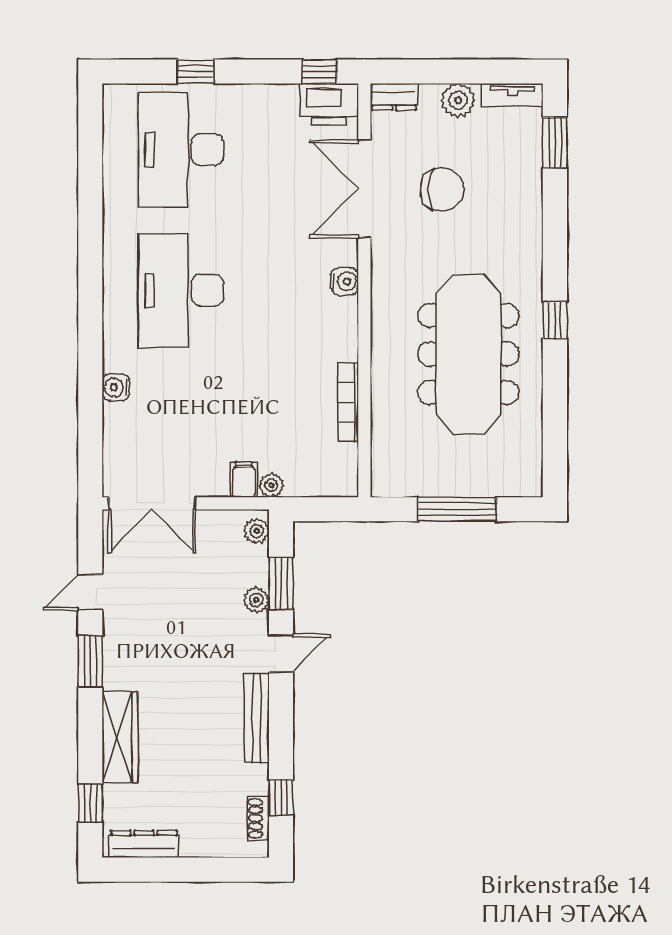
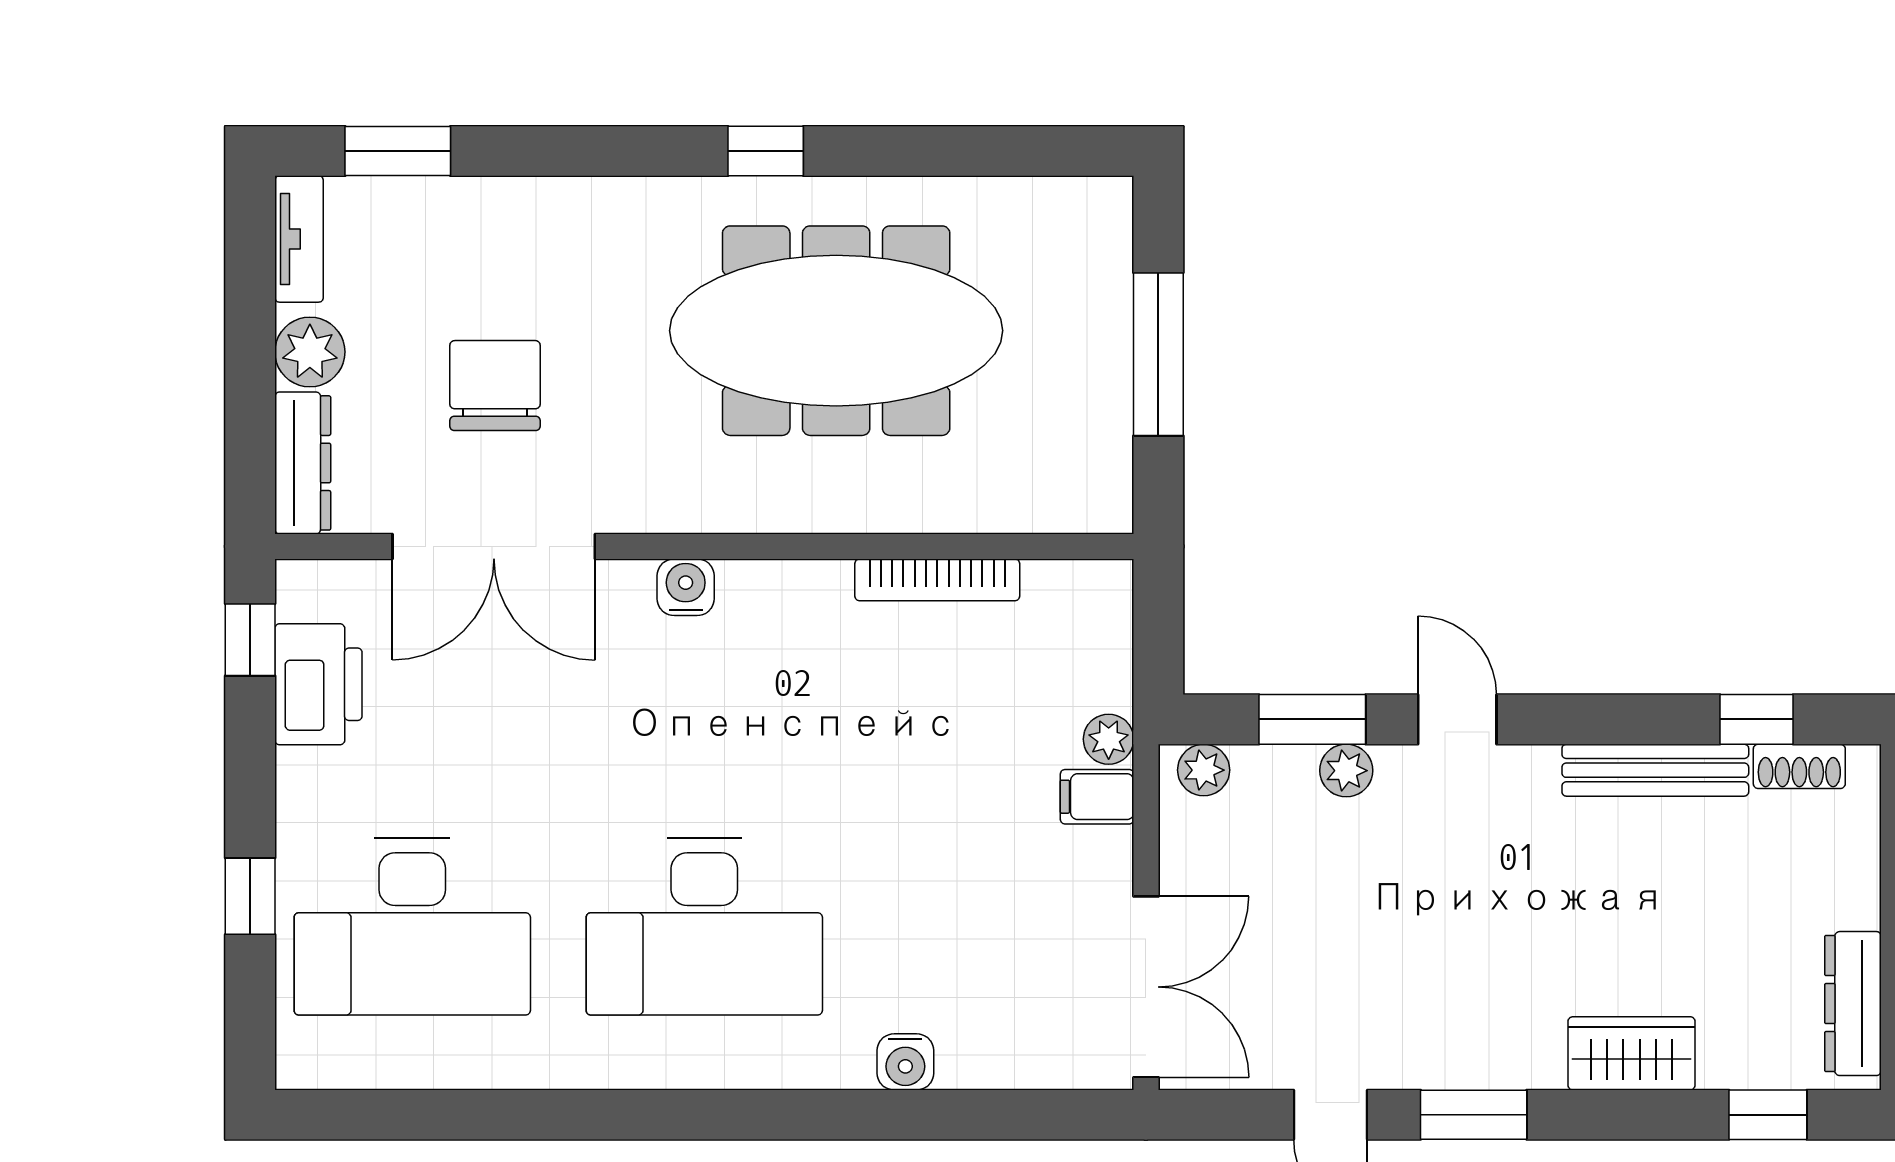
dresser: (394, 97) -> (303, 463), width x1.44
printer: (329, 104) -> (318, 684), moved
bench: (256, 718) -> (1655, 770), moved
wardrobe: (120, 737) -> (1632, 1053), width x0.67

